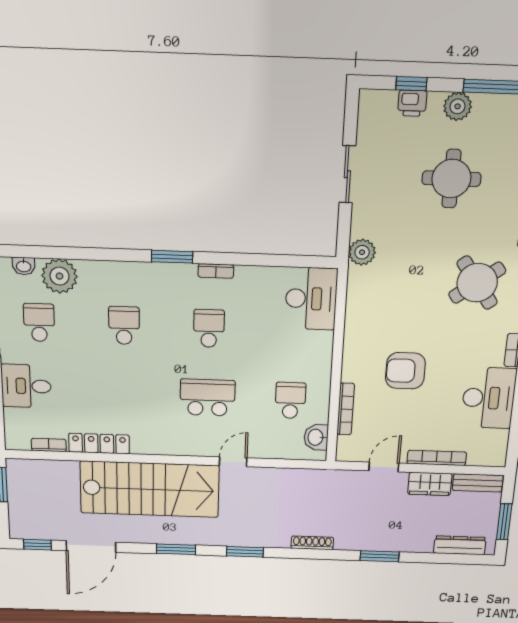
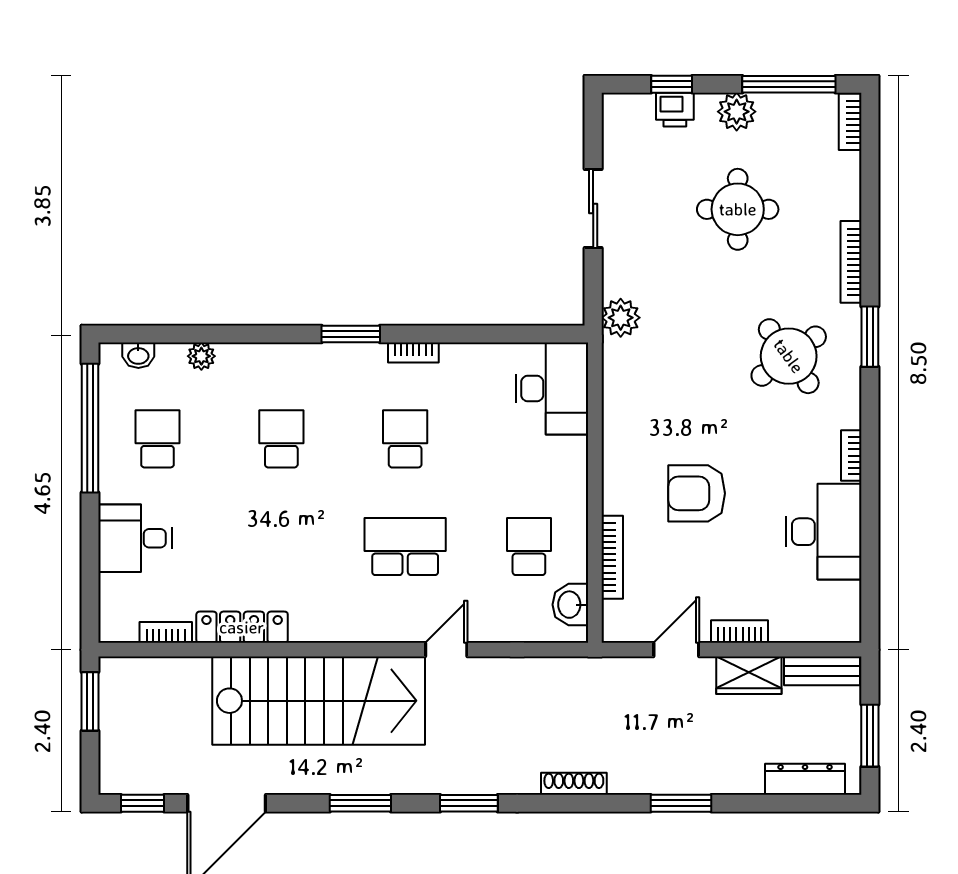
plant: (59, 276) -> (201, 356), width x0.53, depth x0.53
bookcase: (437, 458) -> (740, 632), width x0.64

